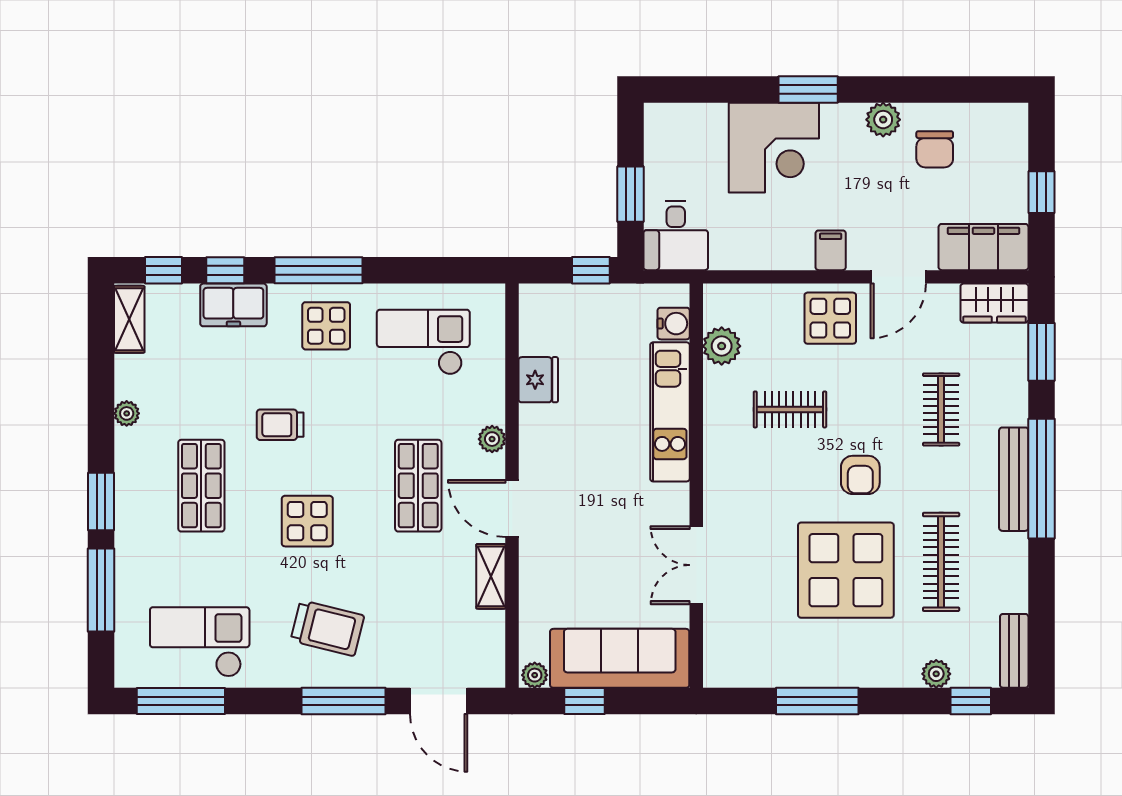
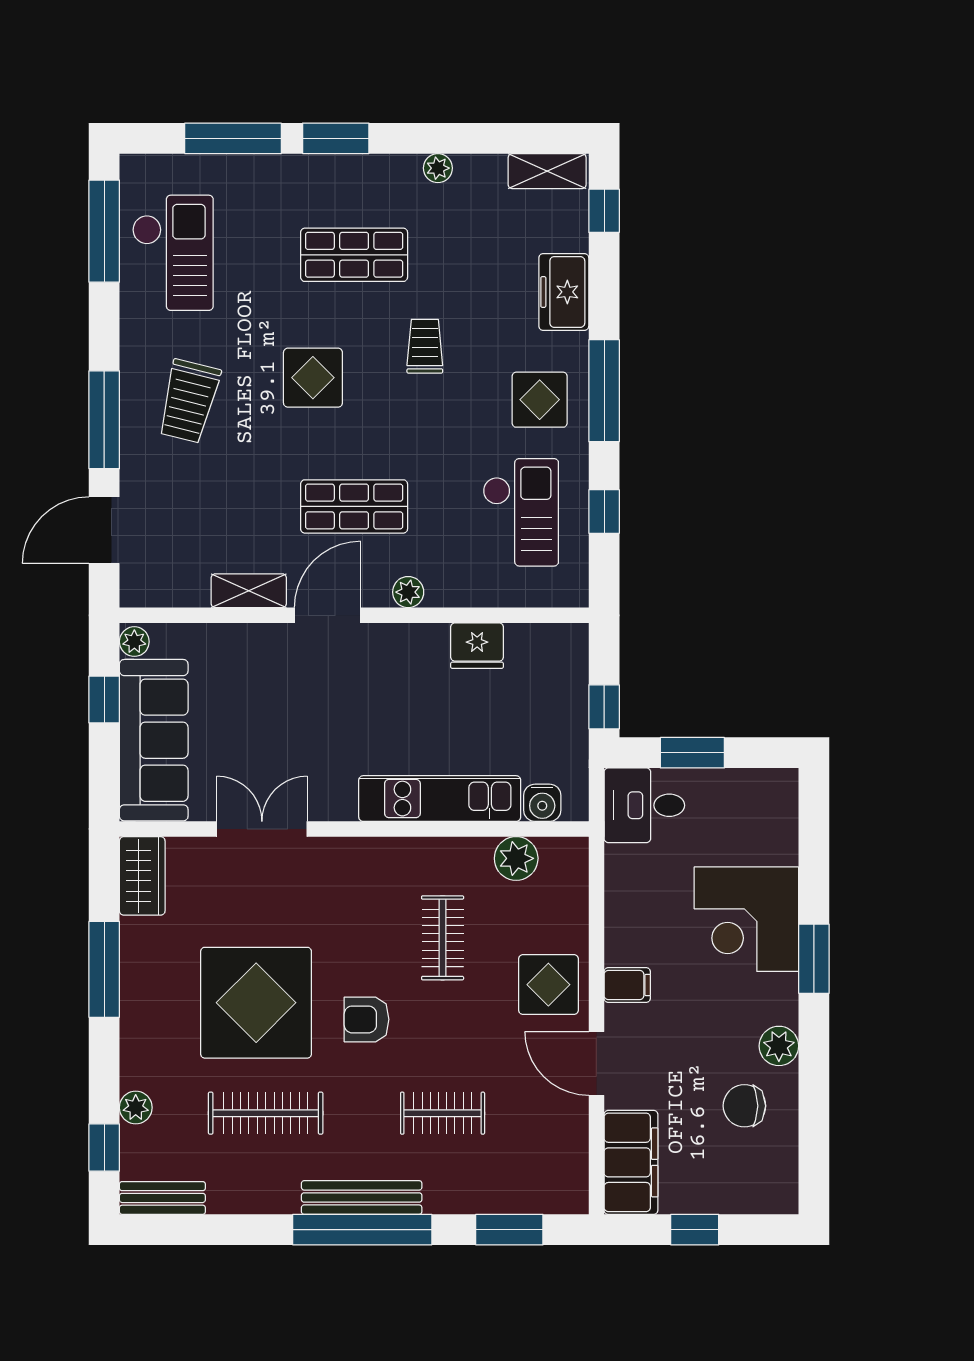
window: (225, 270) -> (604, 512), moved
wardrobe: (994, 303) -> (142, 876), moved, turned 180

